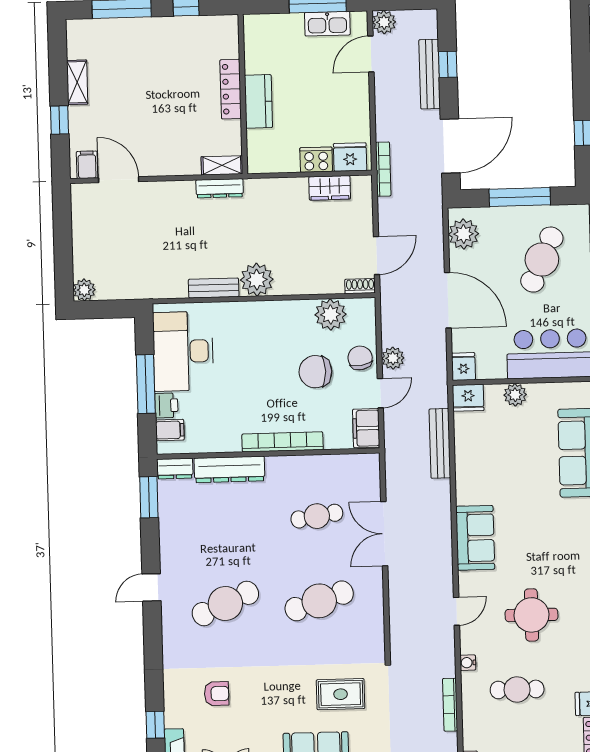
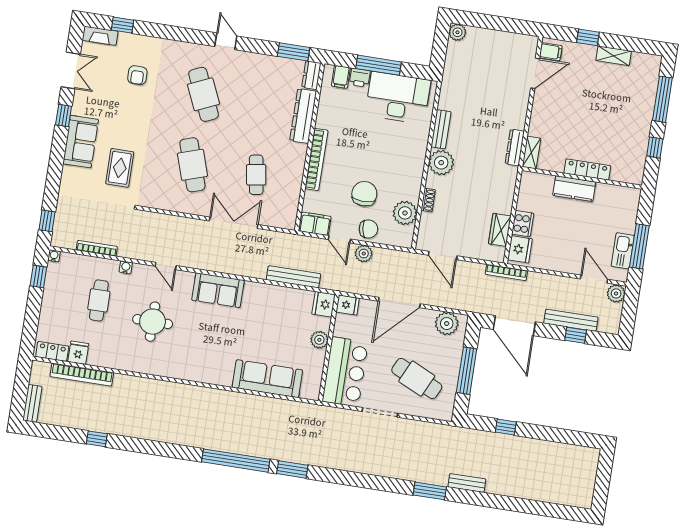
shoe rack: (360, 286) -> (428, 200), moved

